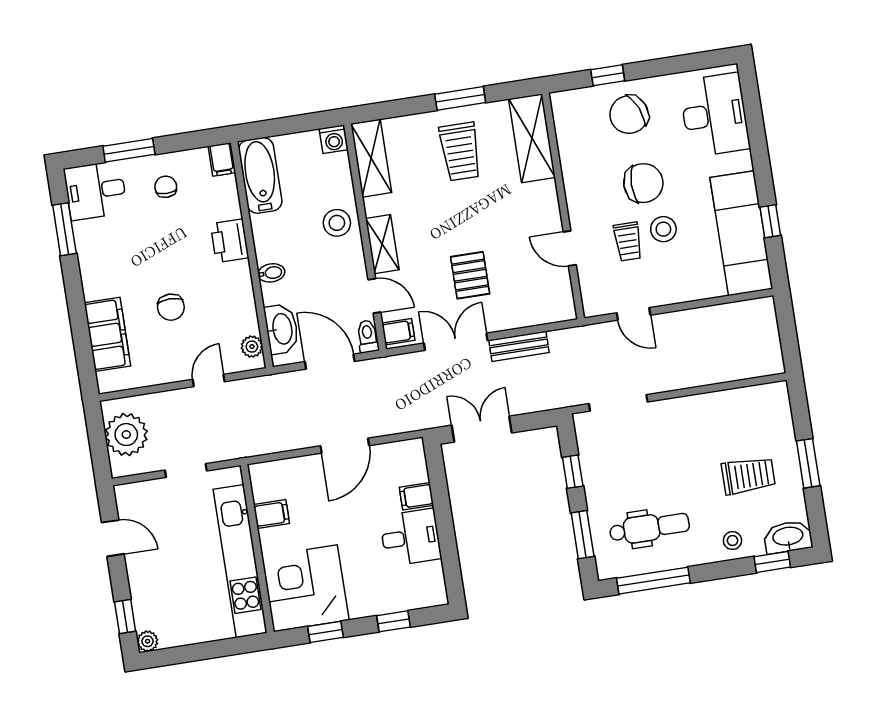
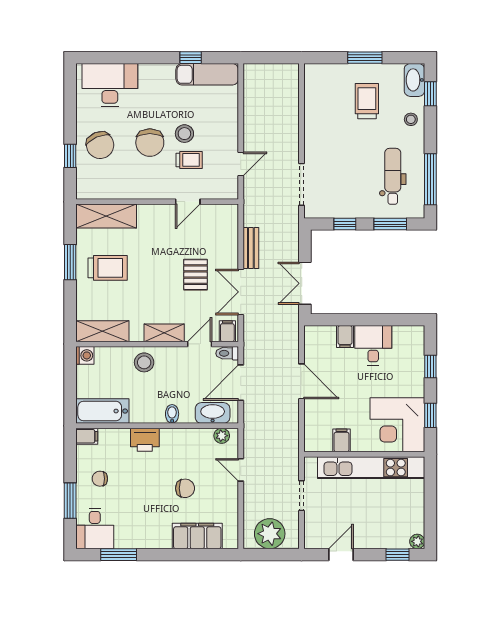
chair: (643, 183) -> (150, 143), turned 180
exam couch: (741, 233) -> (207, 74), width x0.73, depth x0.69
pallet: (470, 275) -> (196, 275), turned 90

